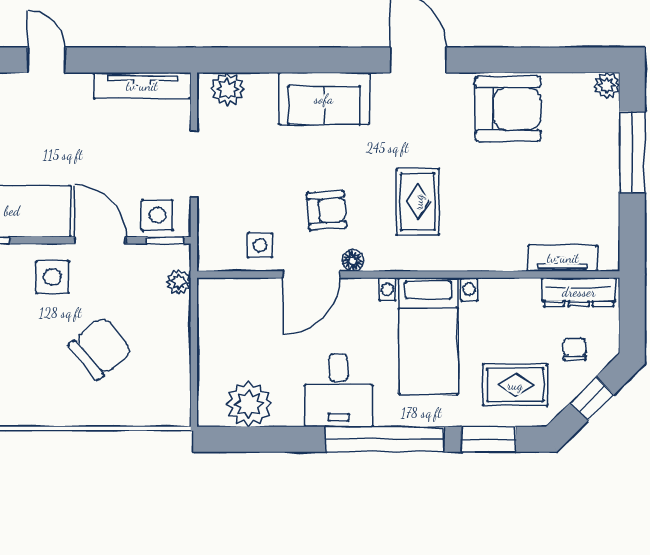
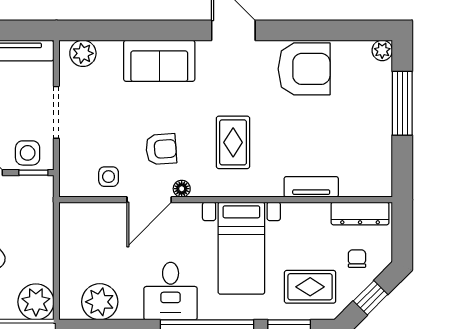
tv unit: (563, 258) -> (311, 187), moved
plant: (179, 282) -> (36, 302), moved, width x1.88, depth x1.88

